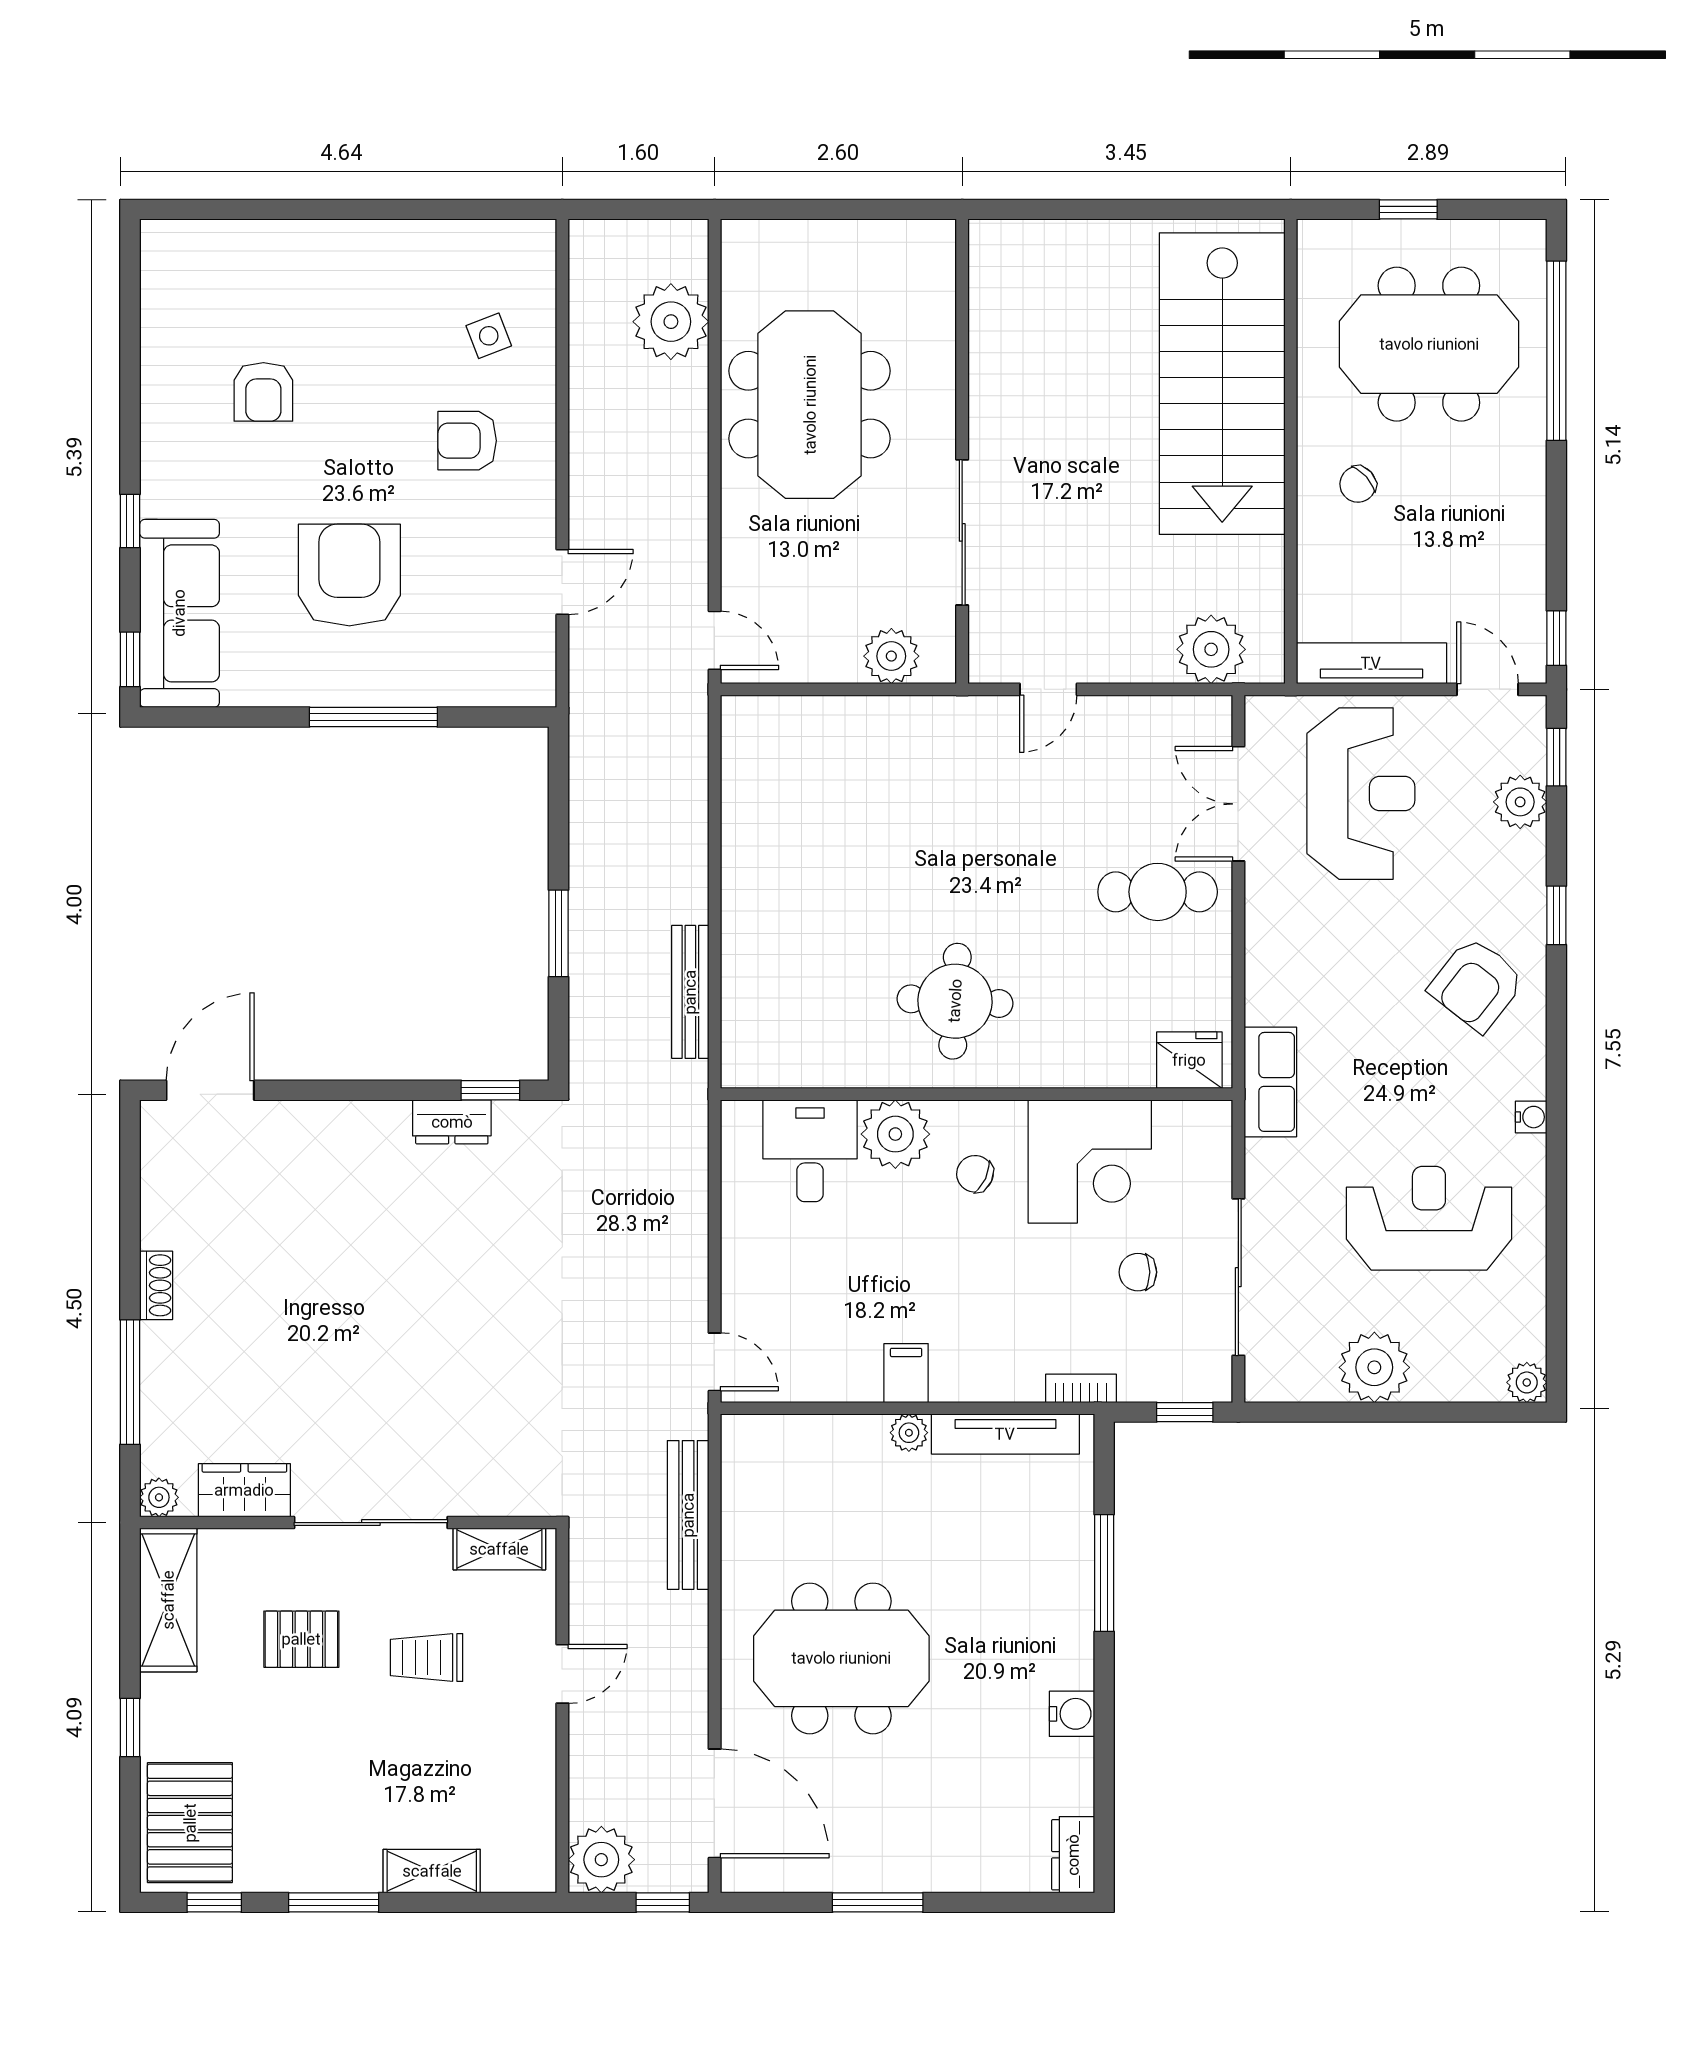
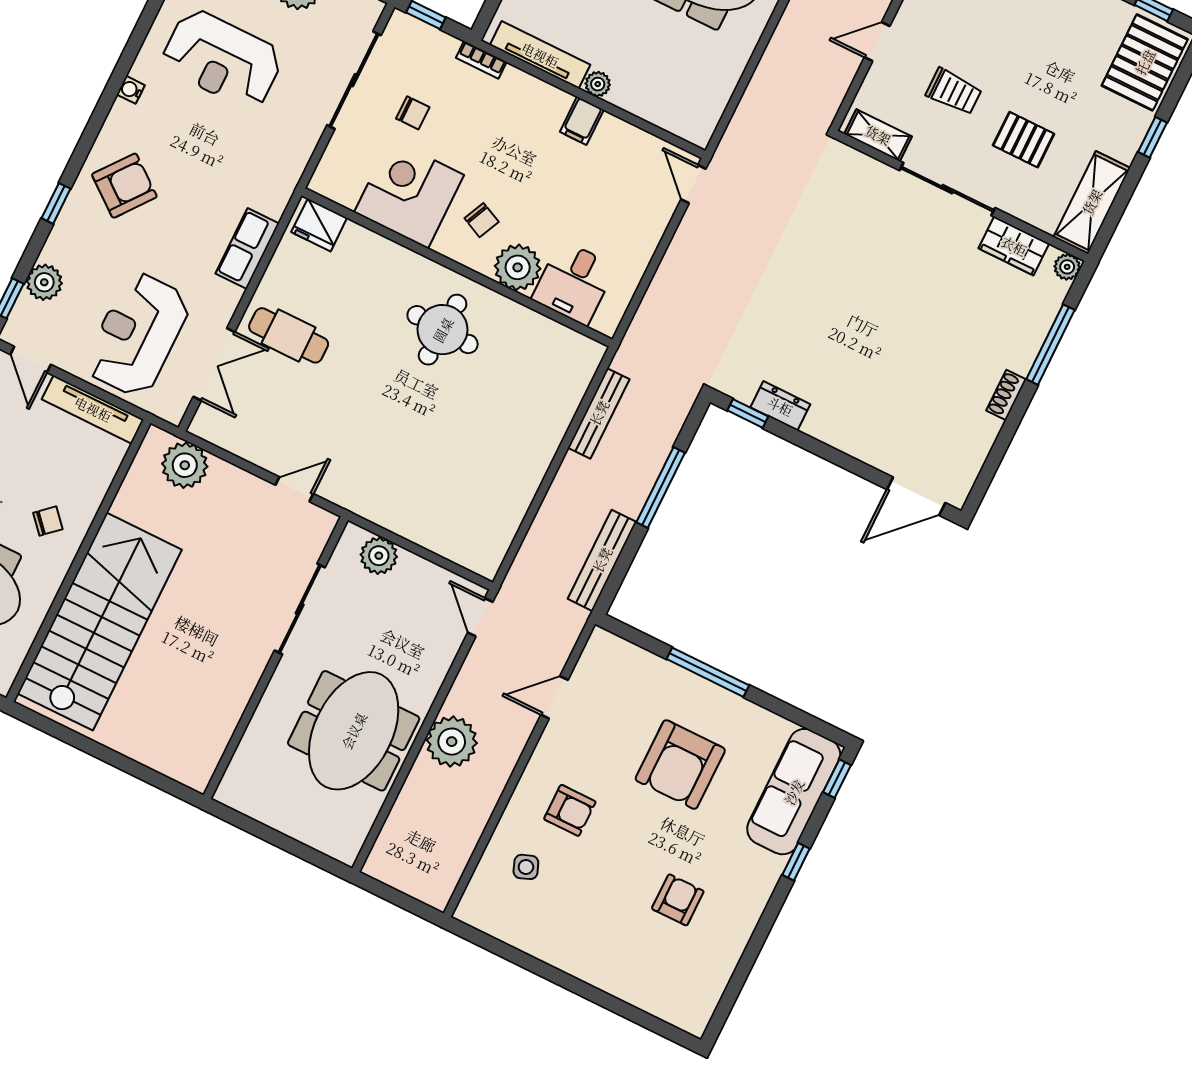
plant: (671, 322) -> (452, 742), moved
window: (558, 933) -> (661, 487), width x1.44
row of seats: (1270, 1082) -> (247, 248), moved
bench: (688, 1515) -> (602, 560), moved

